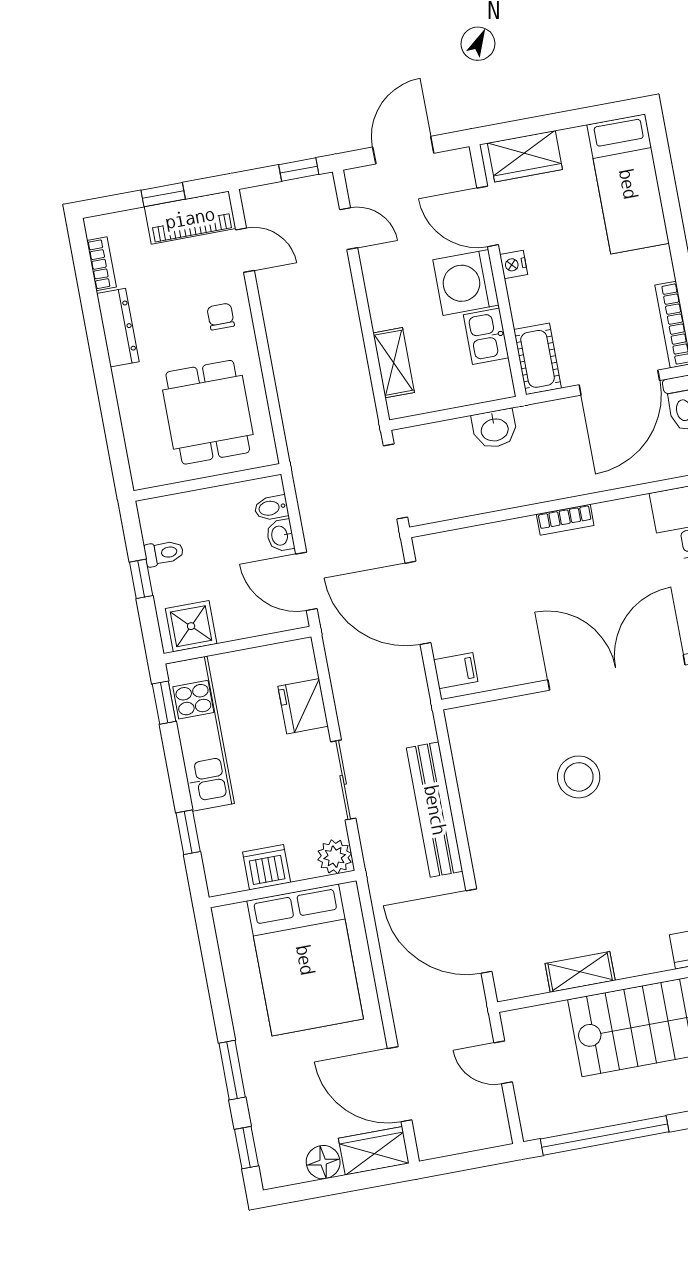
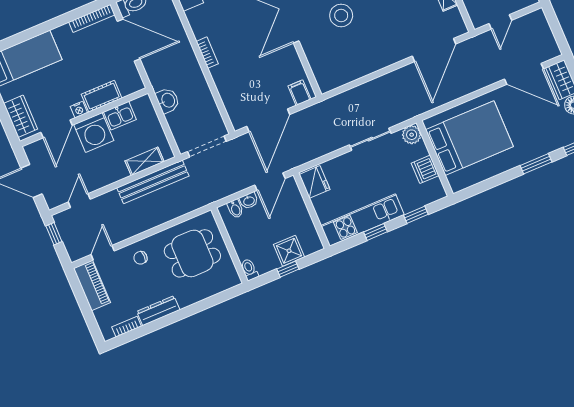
window: (163, 195) -> (83, 302), removed
cot: (538, 359) -> (102, 96), moved
toilet: (164, 553) -> (249, 270), moved
shower: (191, 626) -> (289, 251), moved
window: (164, 703) -> (375, 232), moved
fridge: (303, 706) -> (315, 182), moved, turned -90
bench: (435, 810) -> (153, 182), moved
door: (400, 1084) -> (524, 74), hinge flipped

